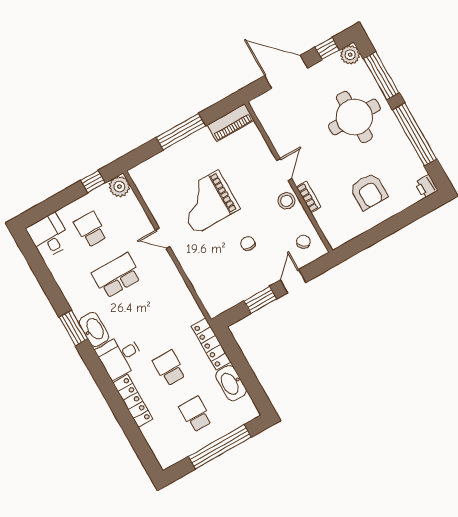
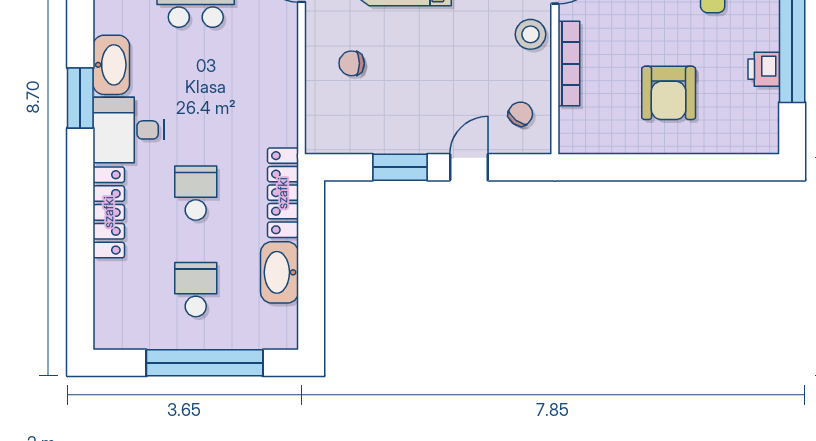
printer: (426, 186) -> (764, 69), moved
bookcase: (309, 197) -> (569, 64), width x1.56
chair: (248, 244) -> (352, 63), moved, turned -90
window: (74, 328) -> (80, 98), moved

